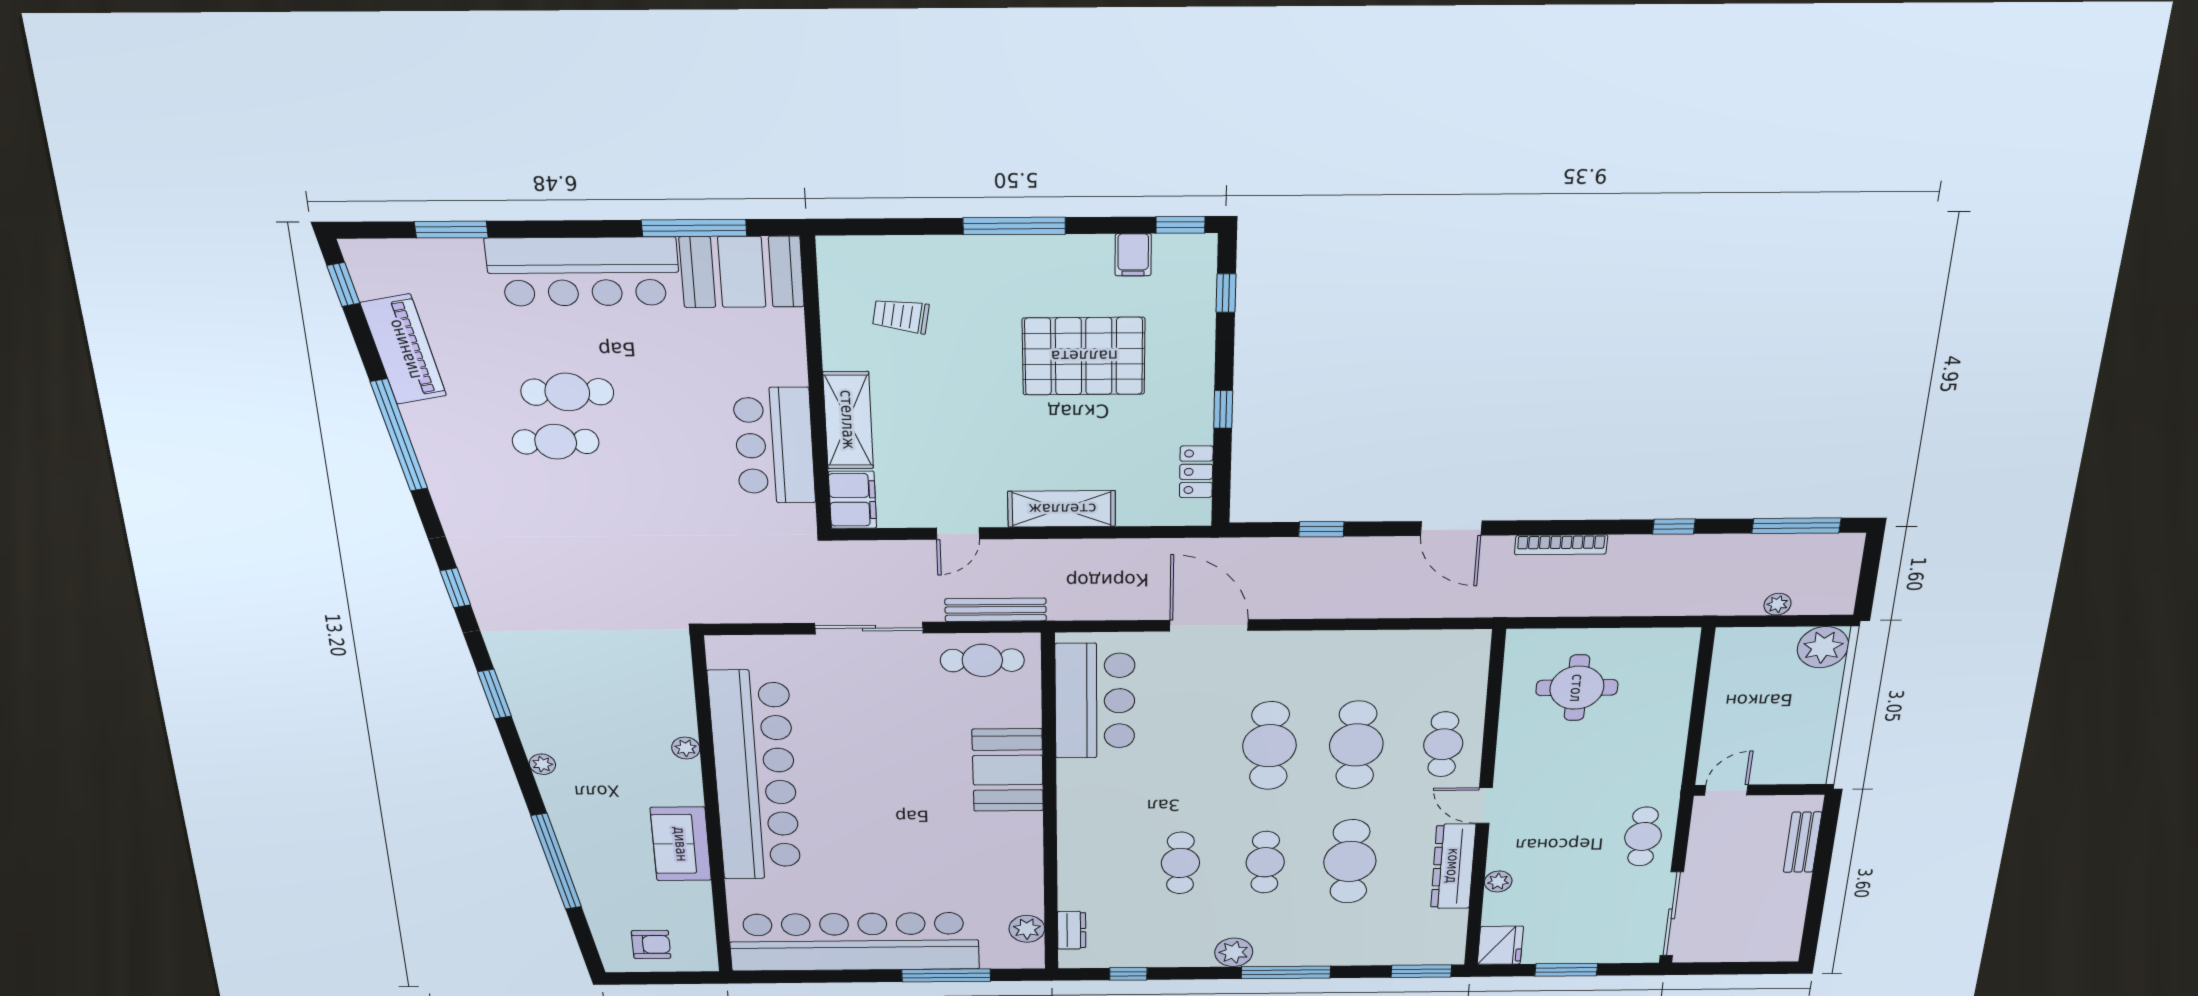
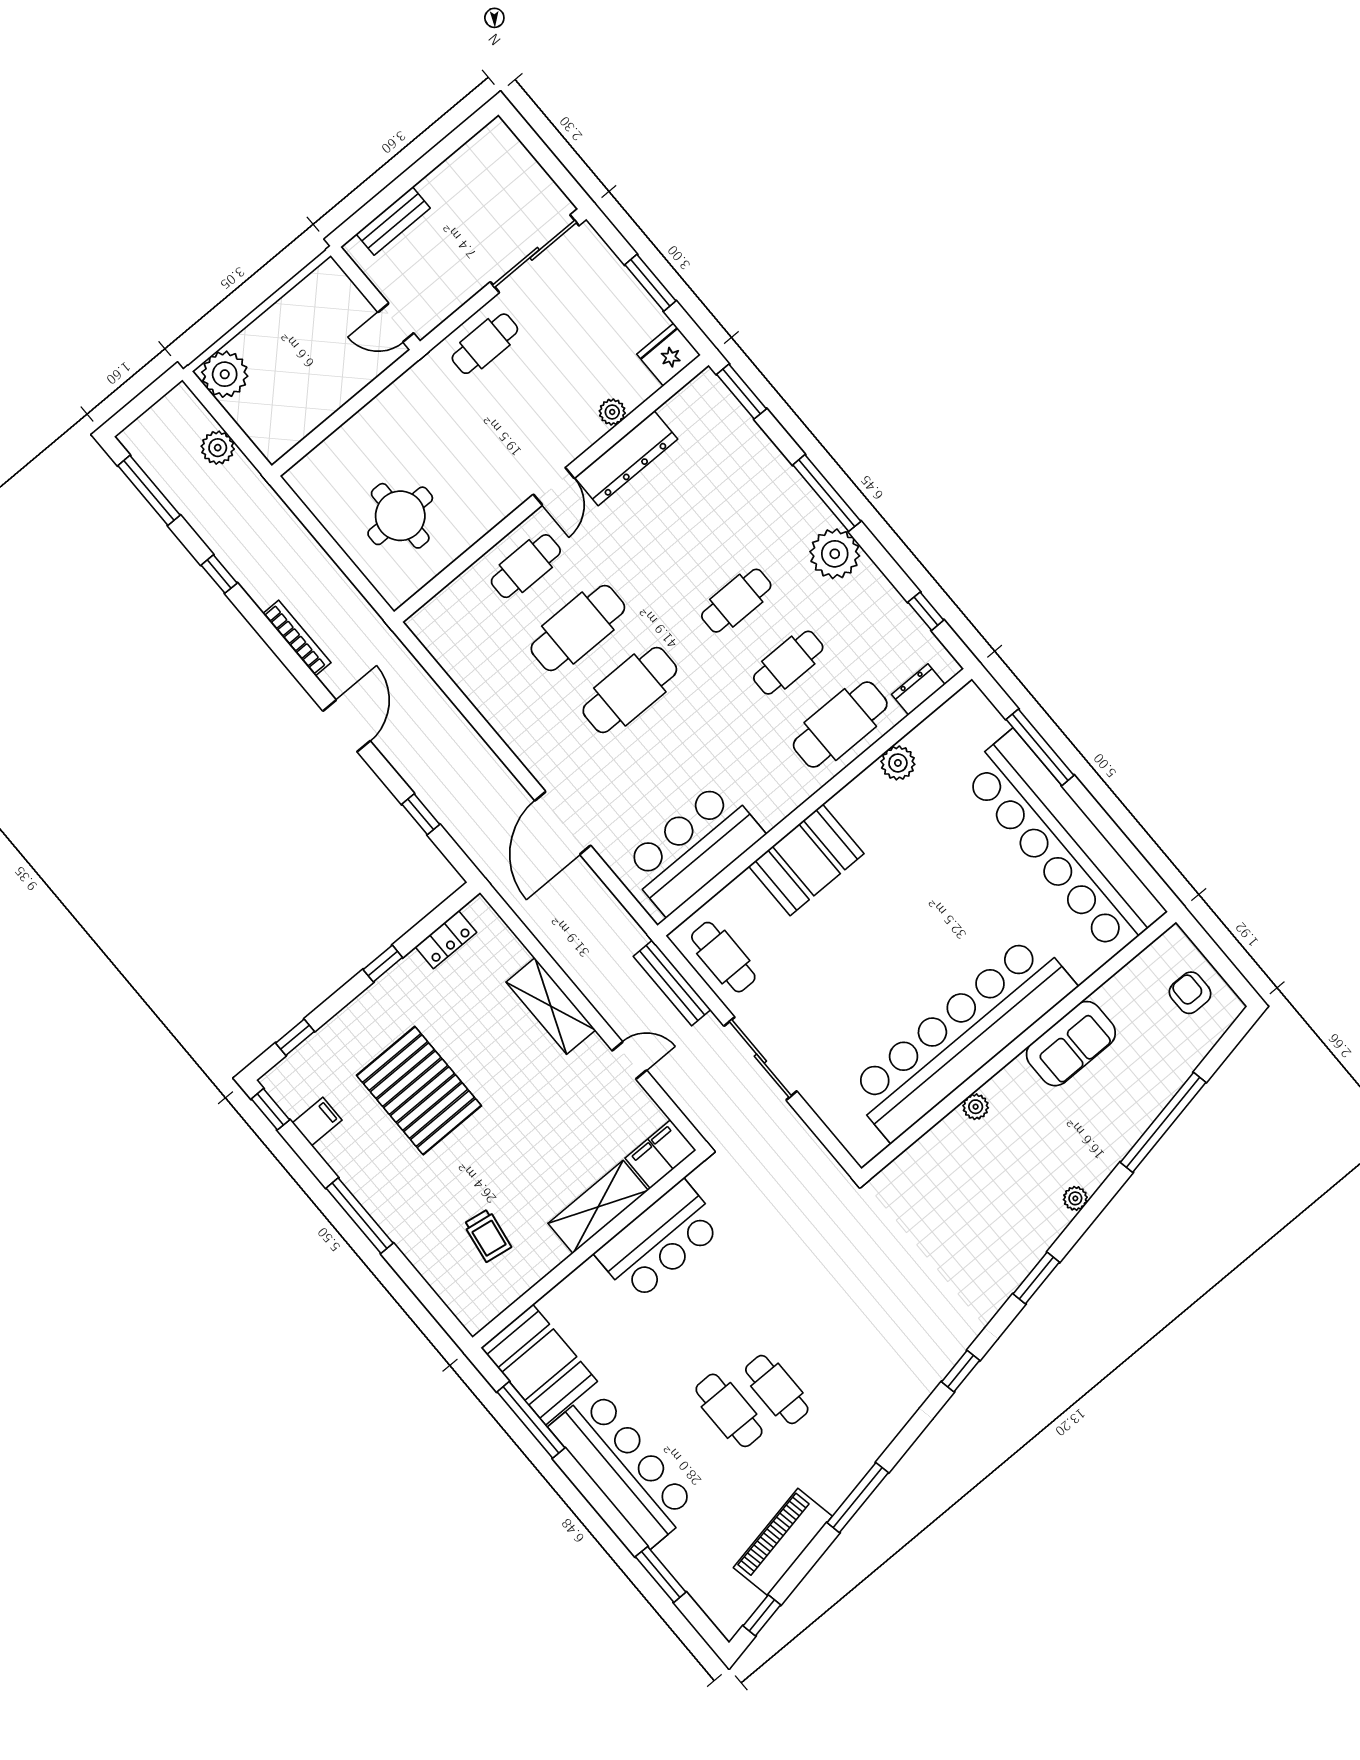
window: (399, 435) -> (858, 1498), width x0.68
plant: (1777, 604) -> (218, 448), width x1.38, depth x1.38
cafe table: (1350, 861) -> (840, 725), moved
plant: (1027, 929) -> (898, 763), moved
plant: (1234, 952) -> (835, 554), width x1.36, depth x1.36

